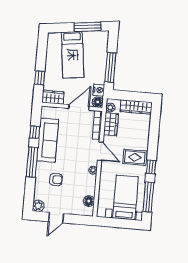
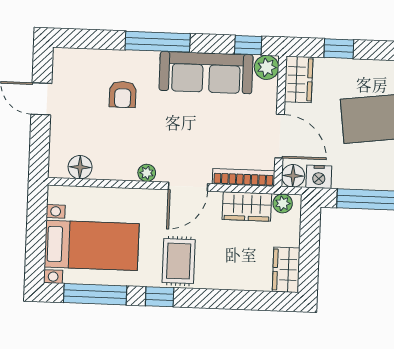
wardrobe: (136, 107) -> (286, 270), width x0.67
window: (35, 132) -> (248, 45), moved
plant: (38, 206) -> (267, 67), moved

